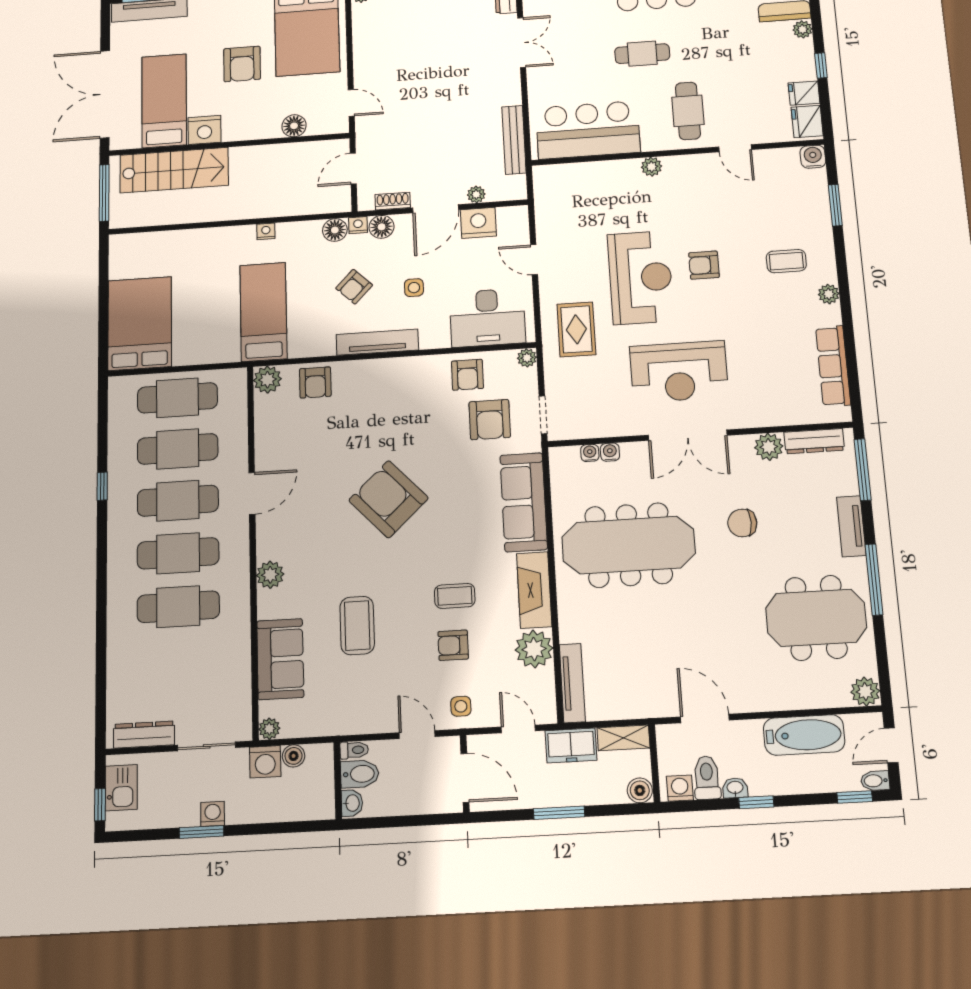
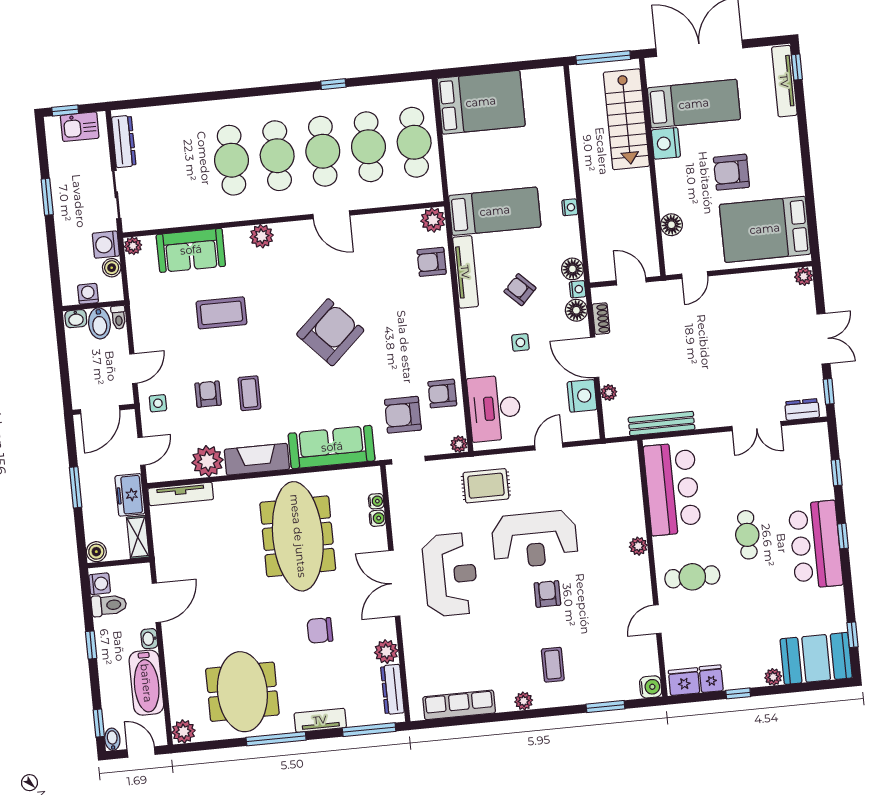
tv unit: (377, 342) -> (465, 272), moved
reception desk: (679, 372) -> (450, 575), turned 180
chair: (742, 523) -> (320, 630), turned -90
washbasin: (735, 788) -> (149, 639), moved, turned 180
washing machine: (213, 814) -> (88, 294), moved, turned -90

